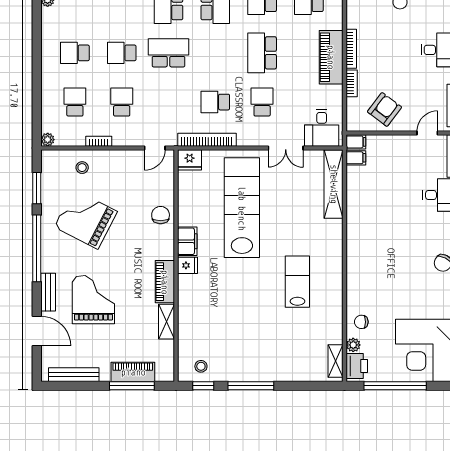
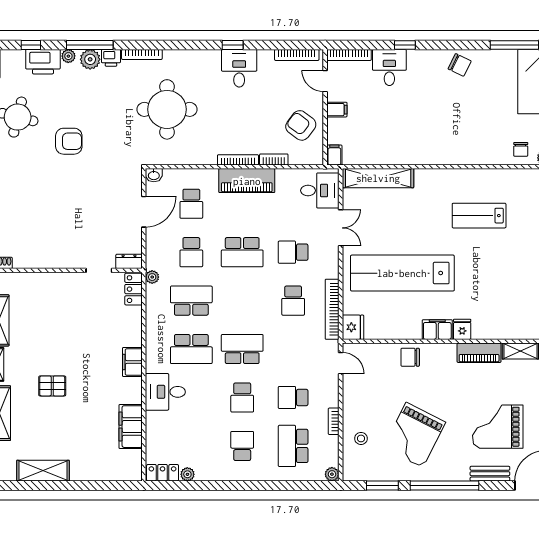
school desk: (75, 53) -> (242, 446), turned 180
school desk: (168, 53) -> (242, 349), turned 90
school desk: (75, 102) -> (293, 446), width x1.85
filing cabinet: (356, 158) -> (337, 110), moved, turned 90

